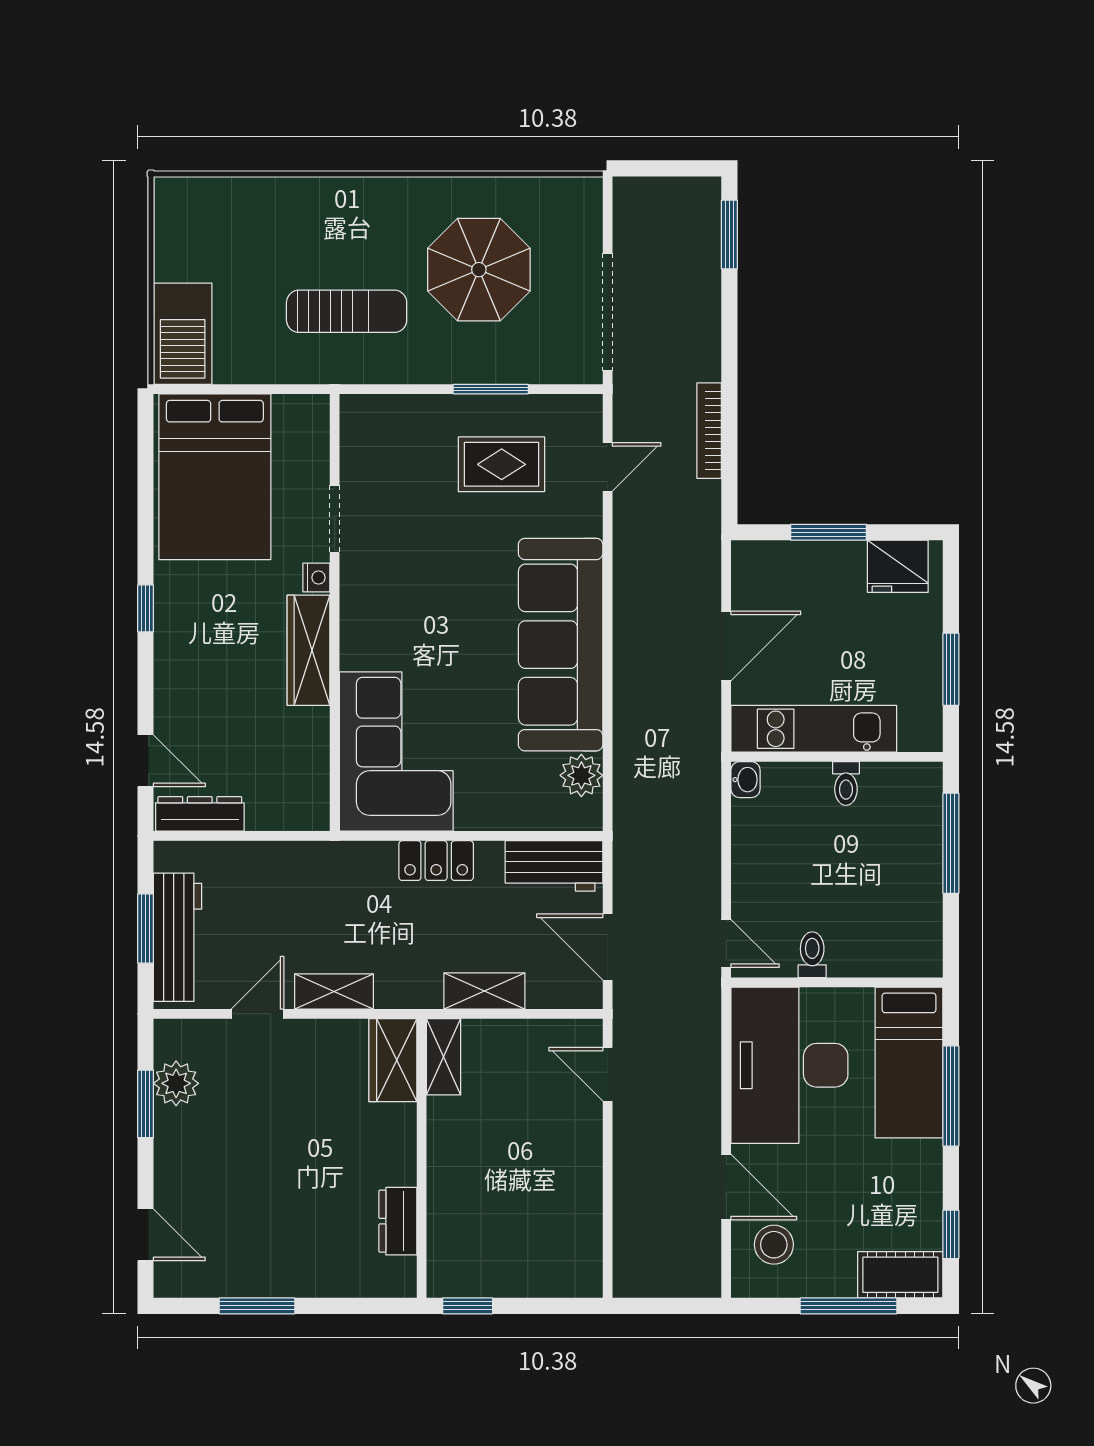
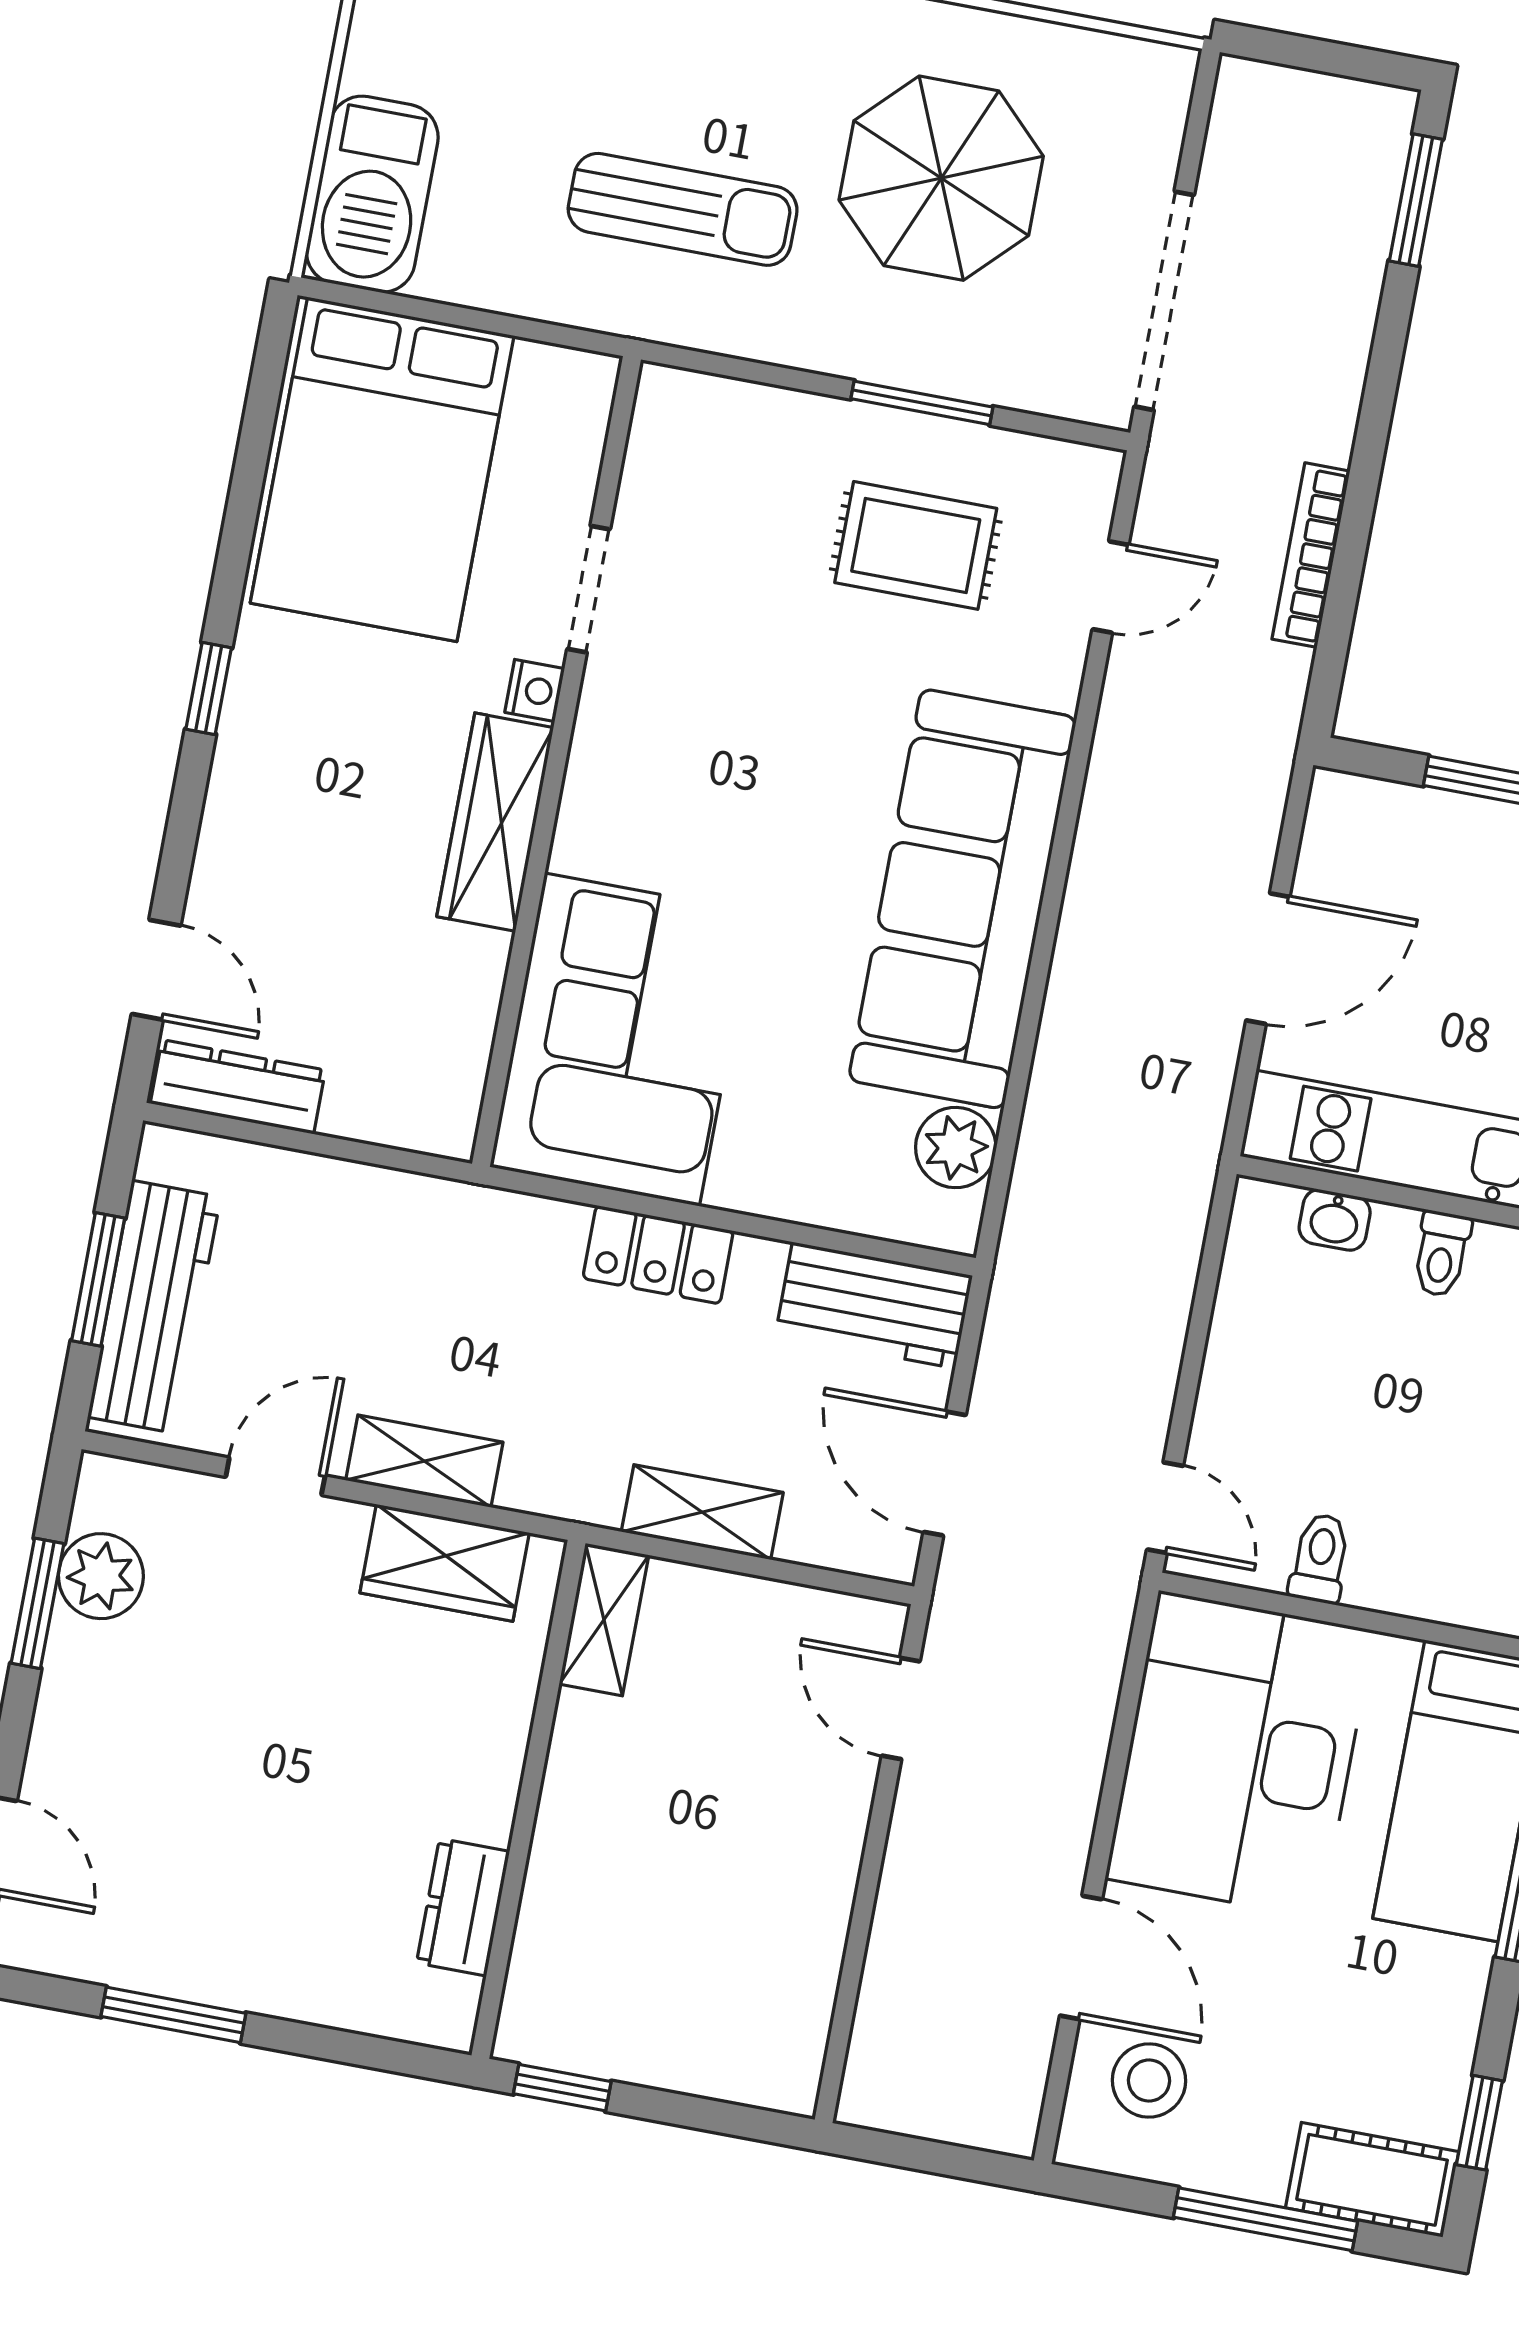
washbasin: (745, 780) -> (1335, 1220), moved, turned 90
wardrobe: (393, 1060) -> (445, 1563), moved, turned -90

